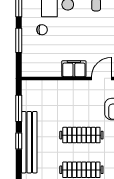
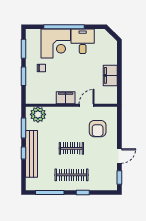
plant: (38, 91) -> (38, 114), added
clothes rail: (81, 135) -> (71, 148), width x0.73

